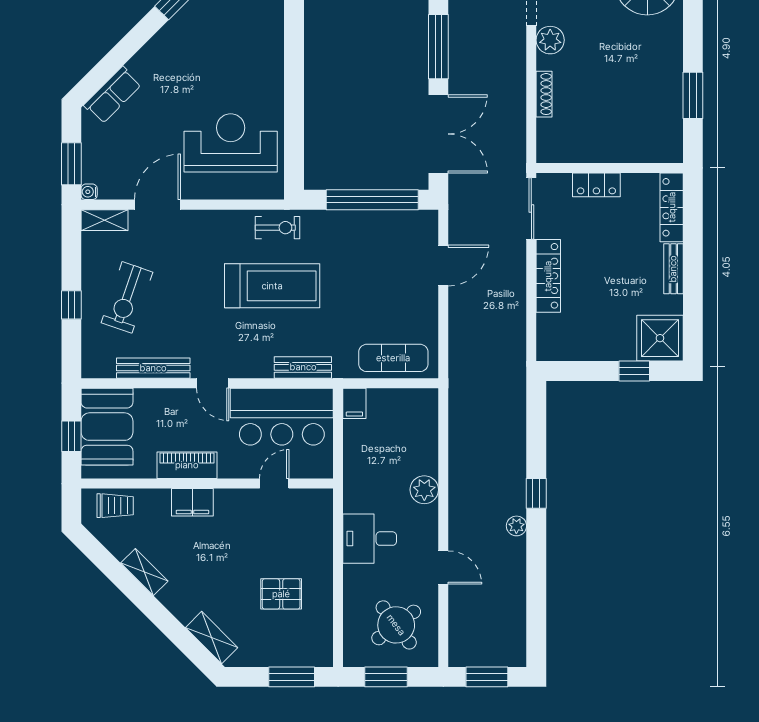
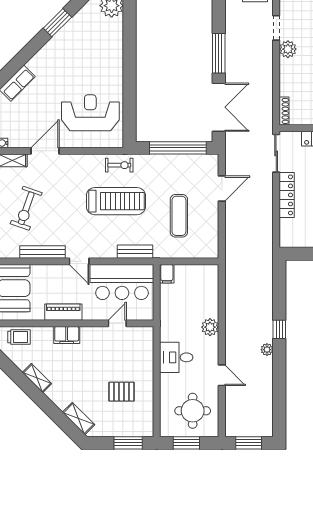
shoe rack: (544, 94) -> (284, 111), moved
exercise mat: (393, 358) -> (179, 216), moved, turned 90
round table: (396, 625) -> (193, 411), turned 37

